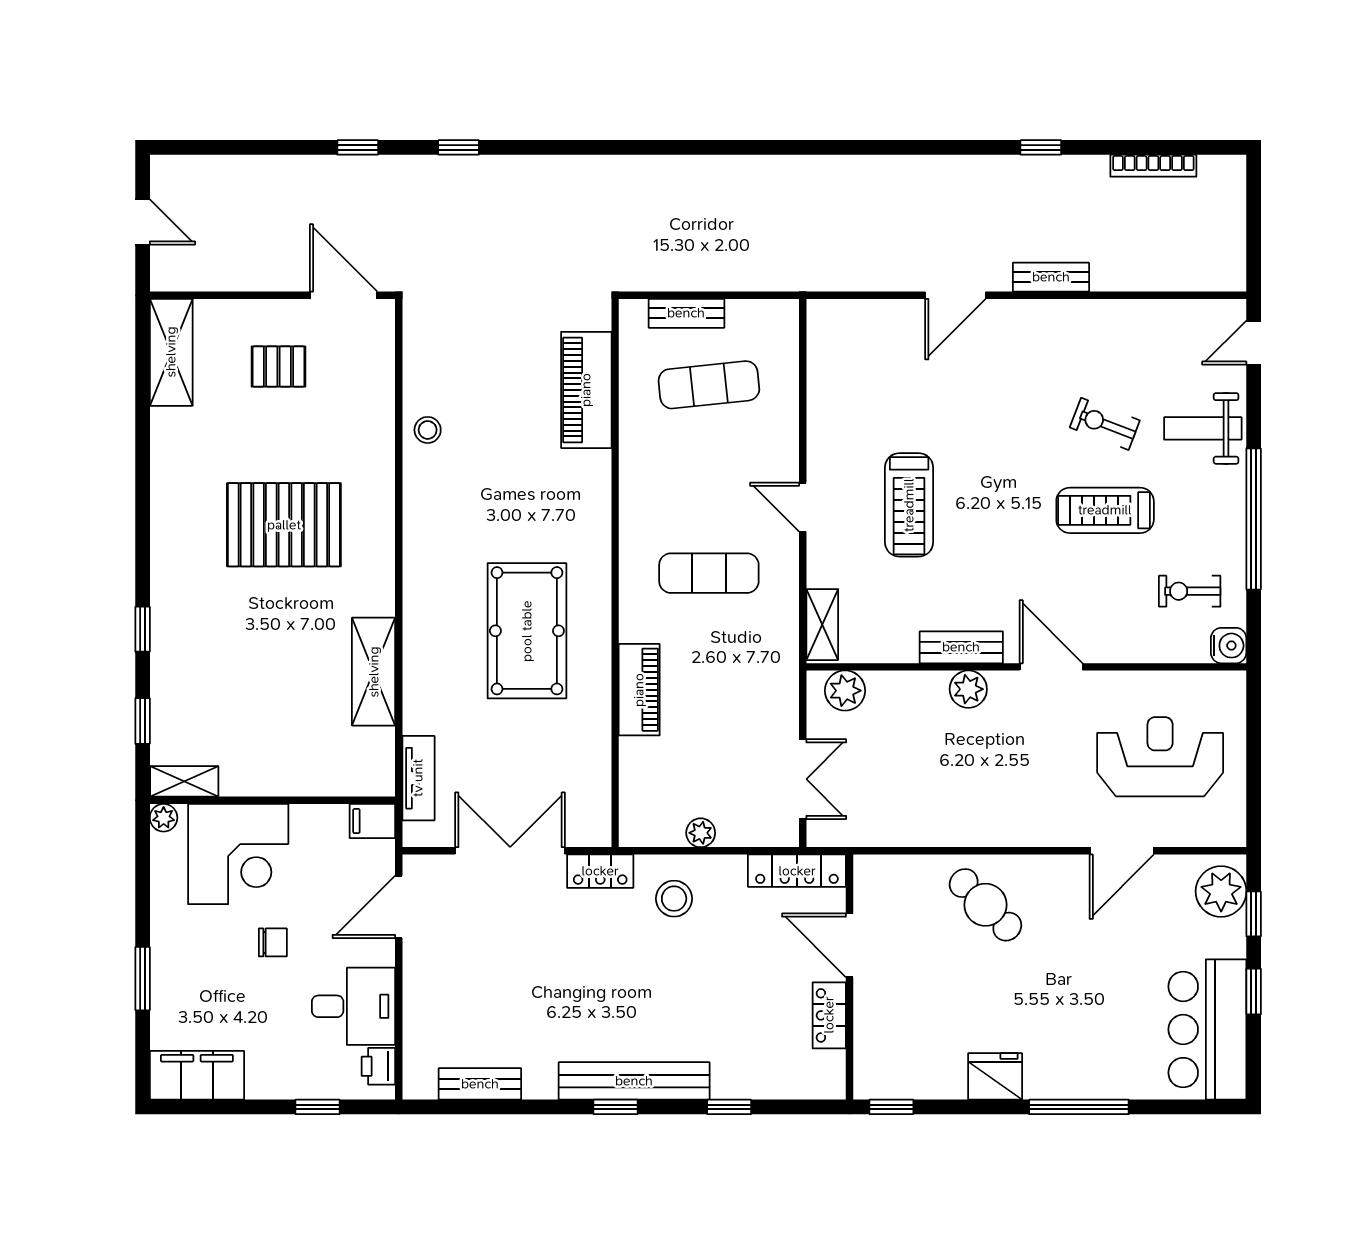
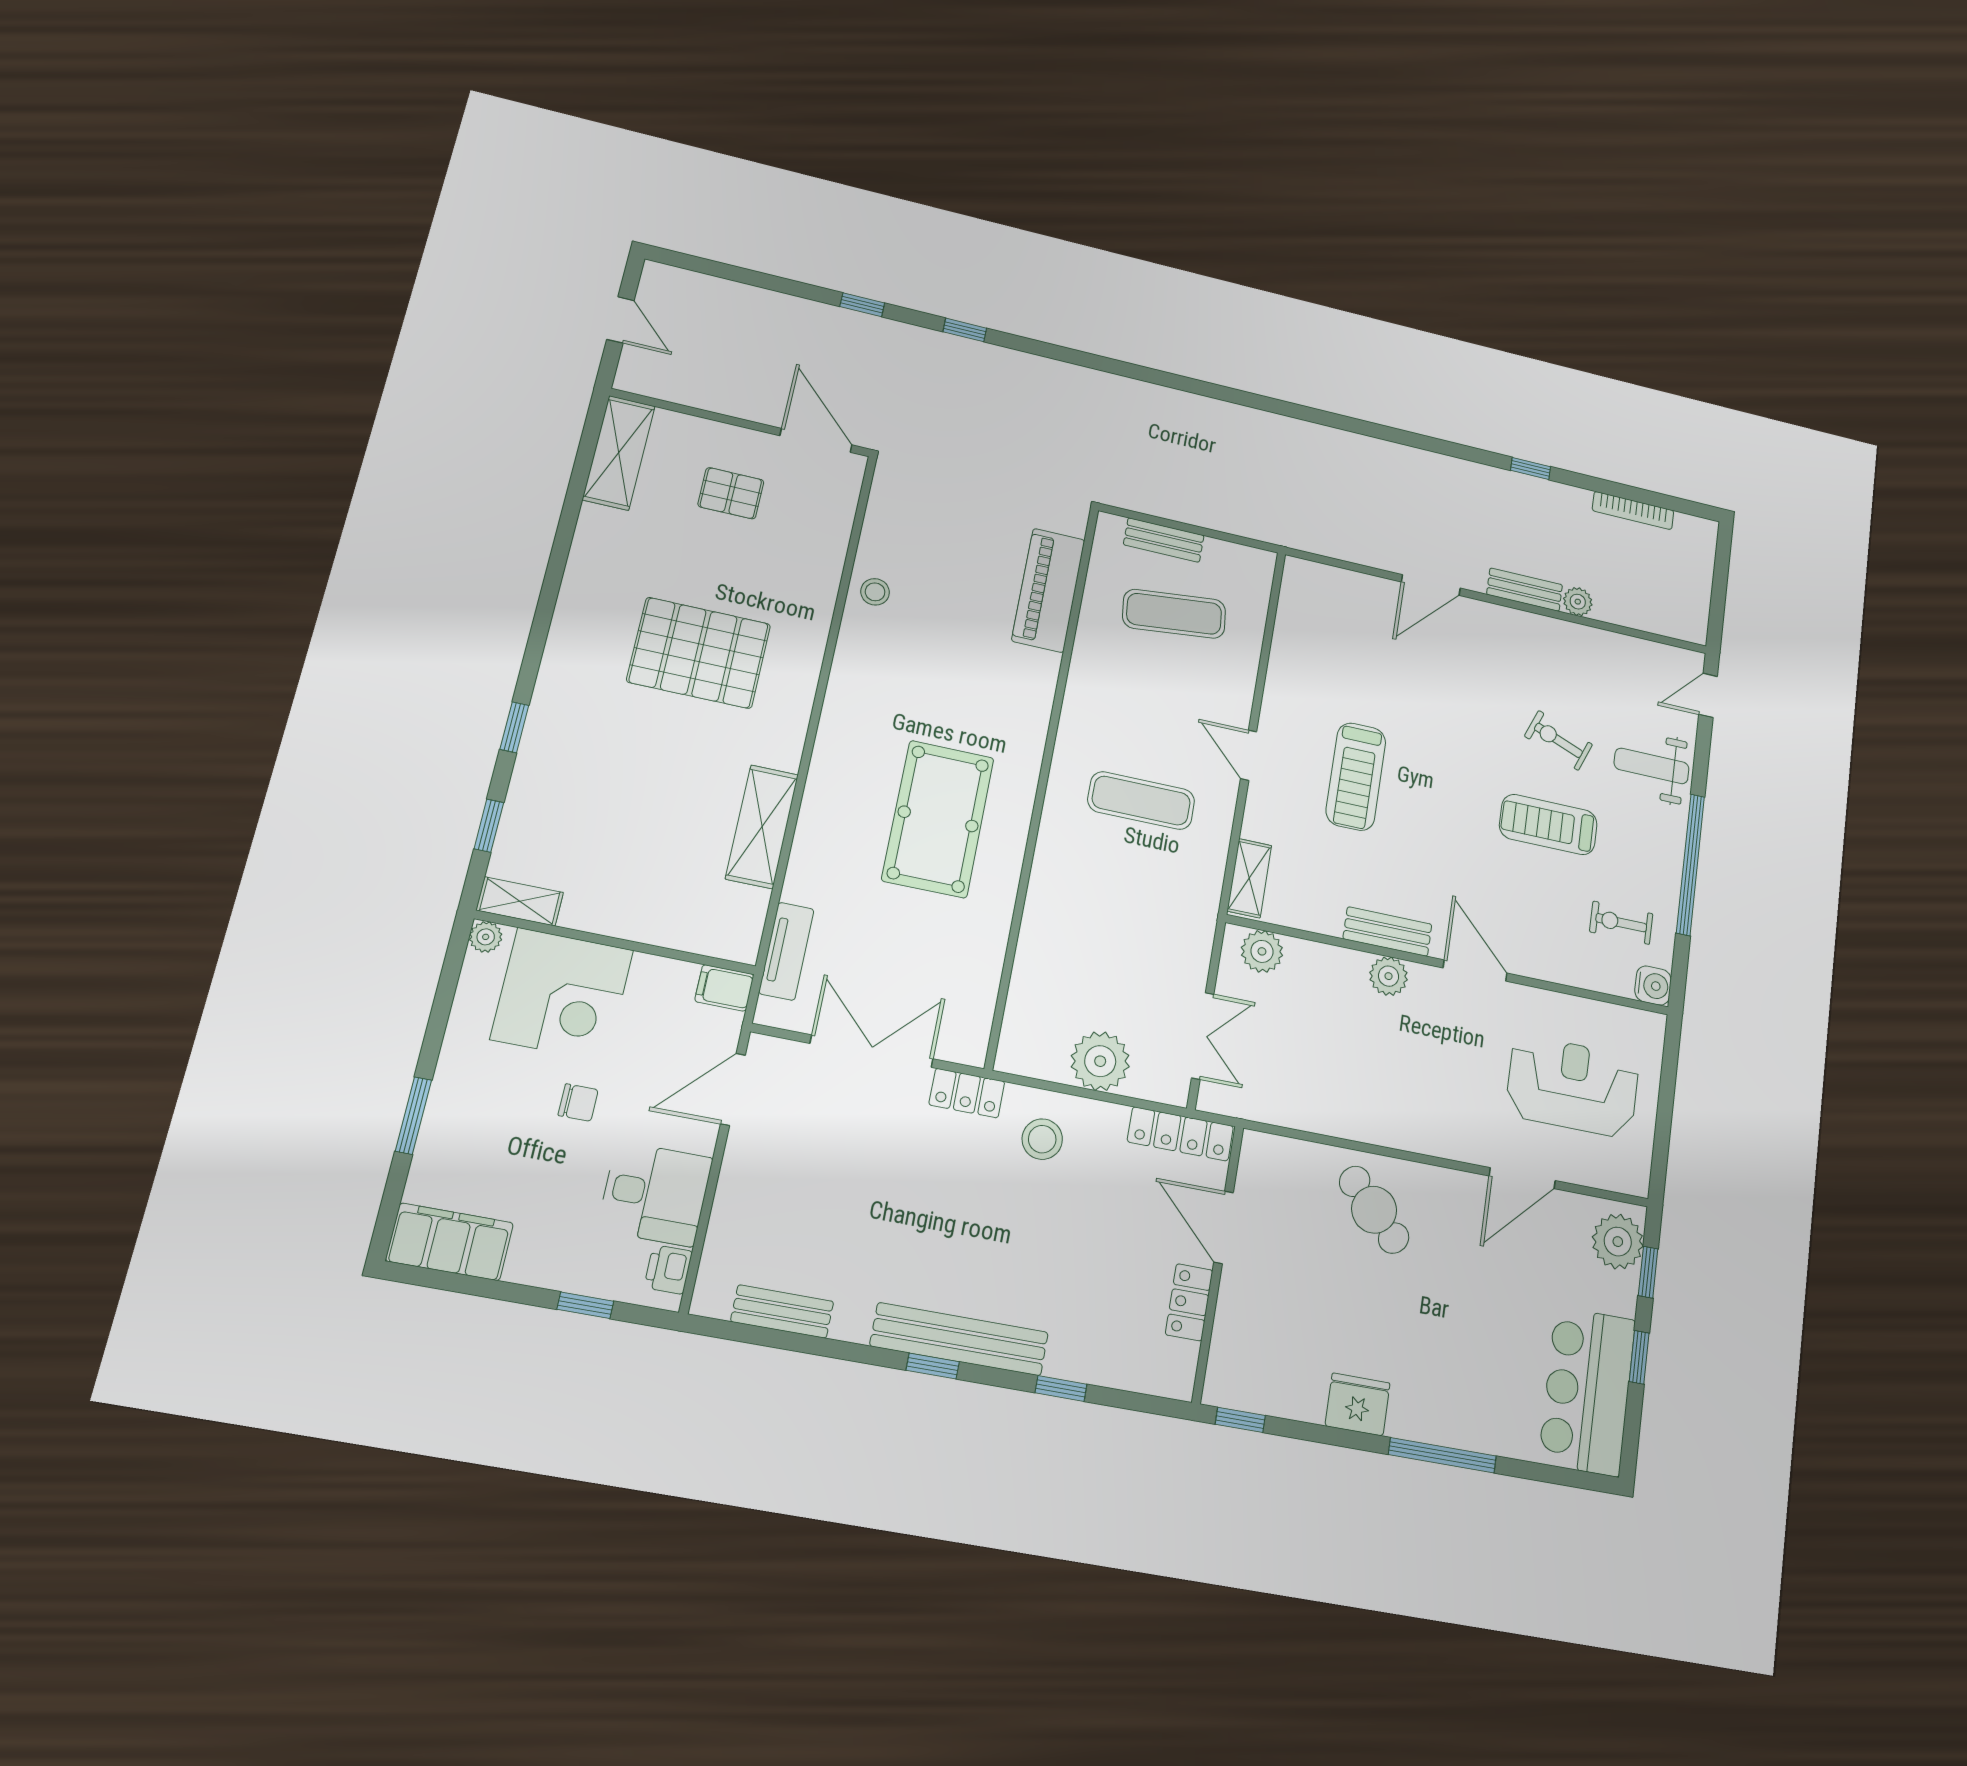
plant: (1107, 277) -> (1578, 602), added
piano: (639, 690) -> (1046, 906), removed
plant: (701, 833) -> (1100, 1061), width x1.88, depth x1.88

